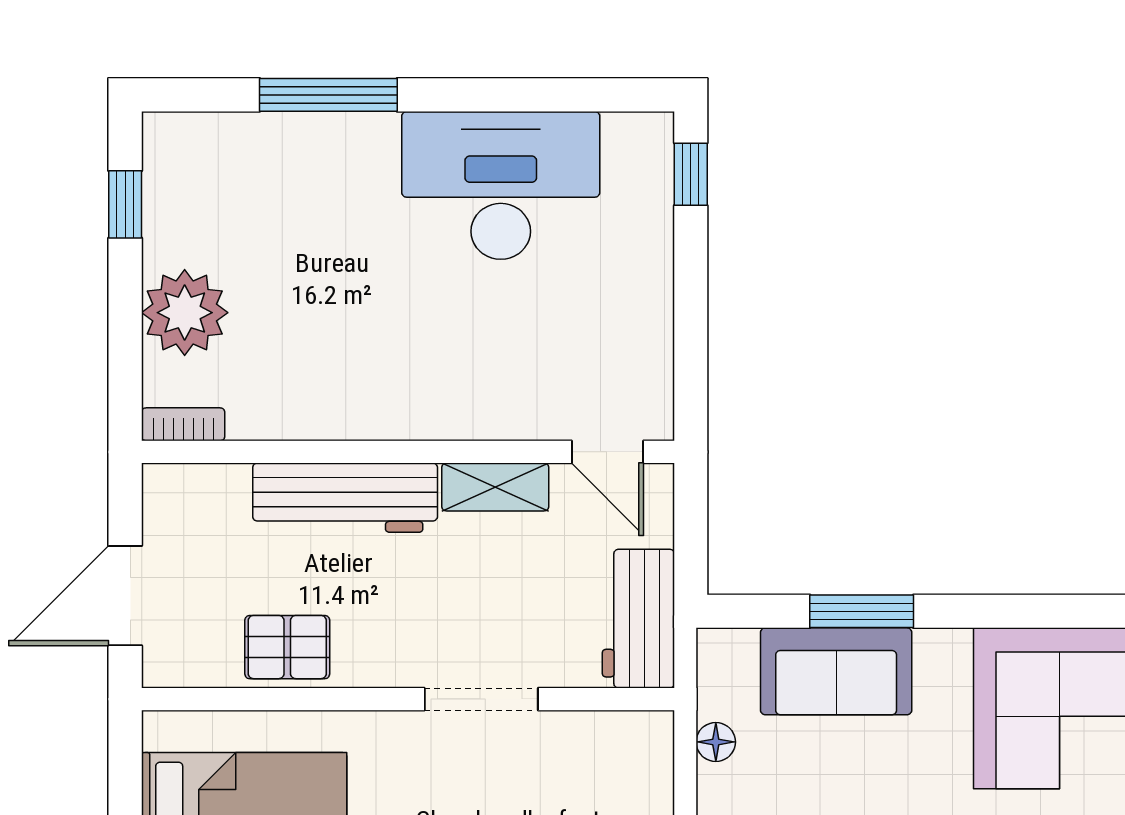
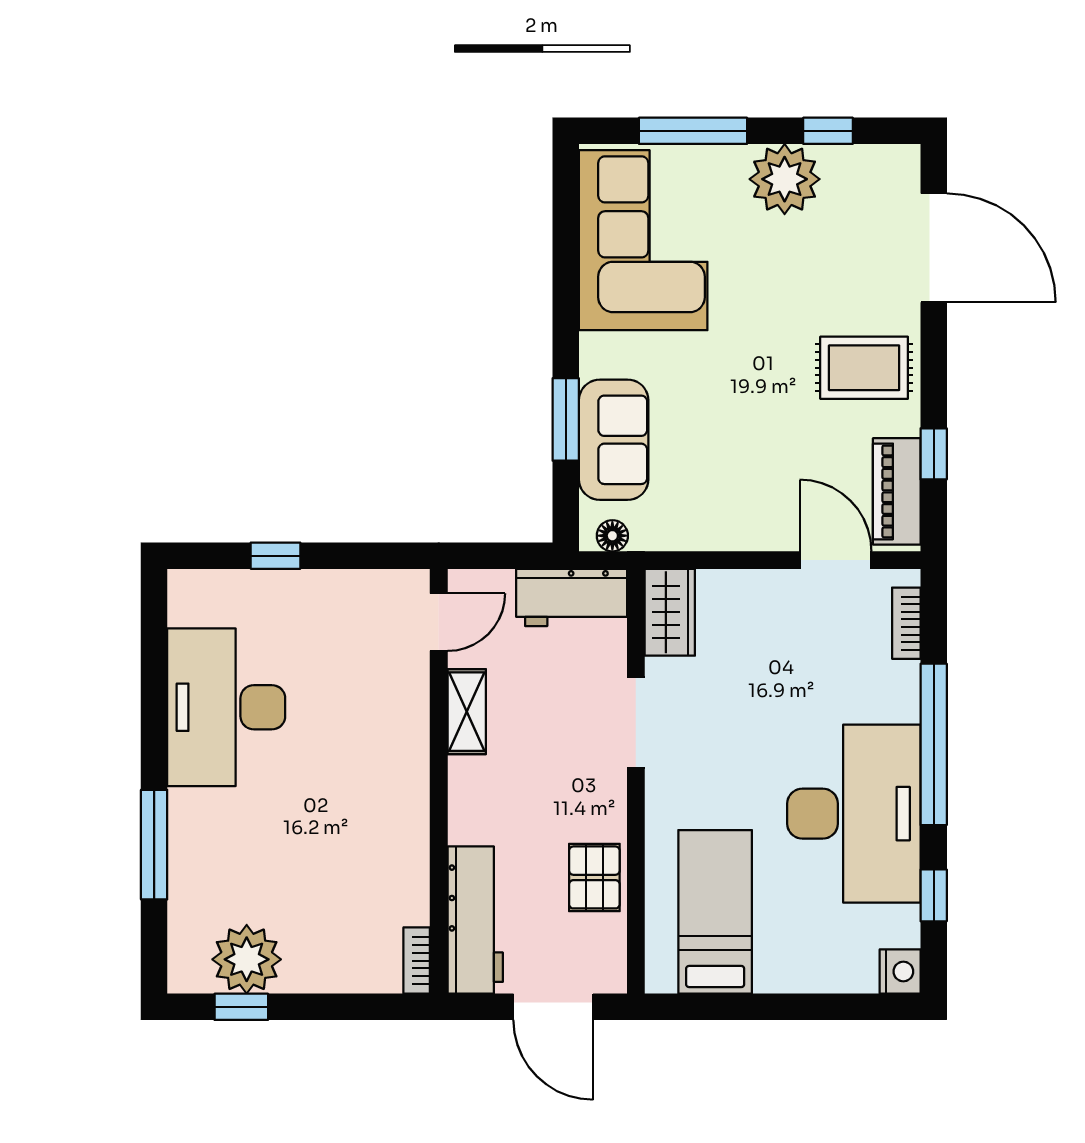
window: (691, 174) -> (276, 556), moved
plant: (185, 313) -> (247, 959), moved
workbench: (345, 498) -> (475, 920), moved
wardrobe: (620, 742) -> (670, 612), added
floor lamp: (716, 742) -> (612, 536), moved

